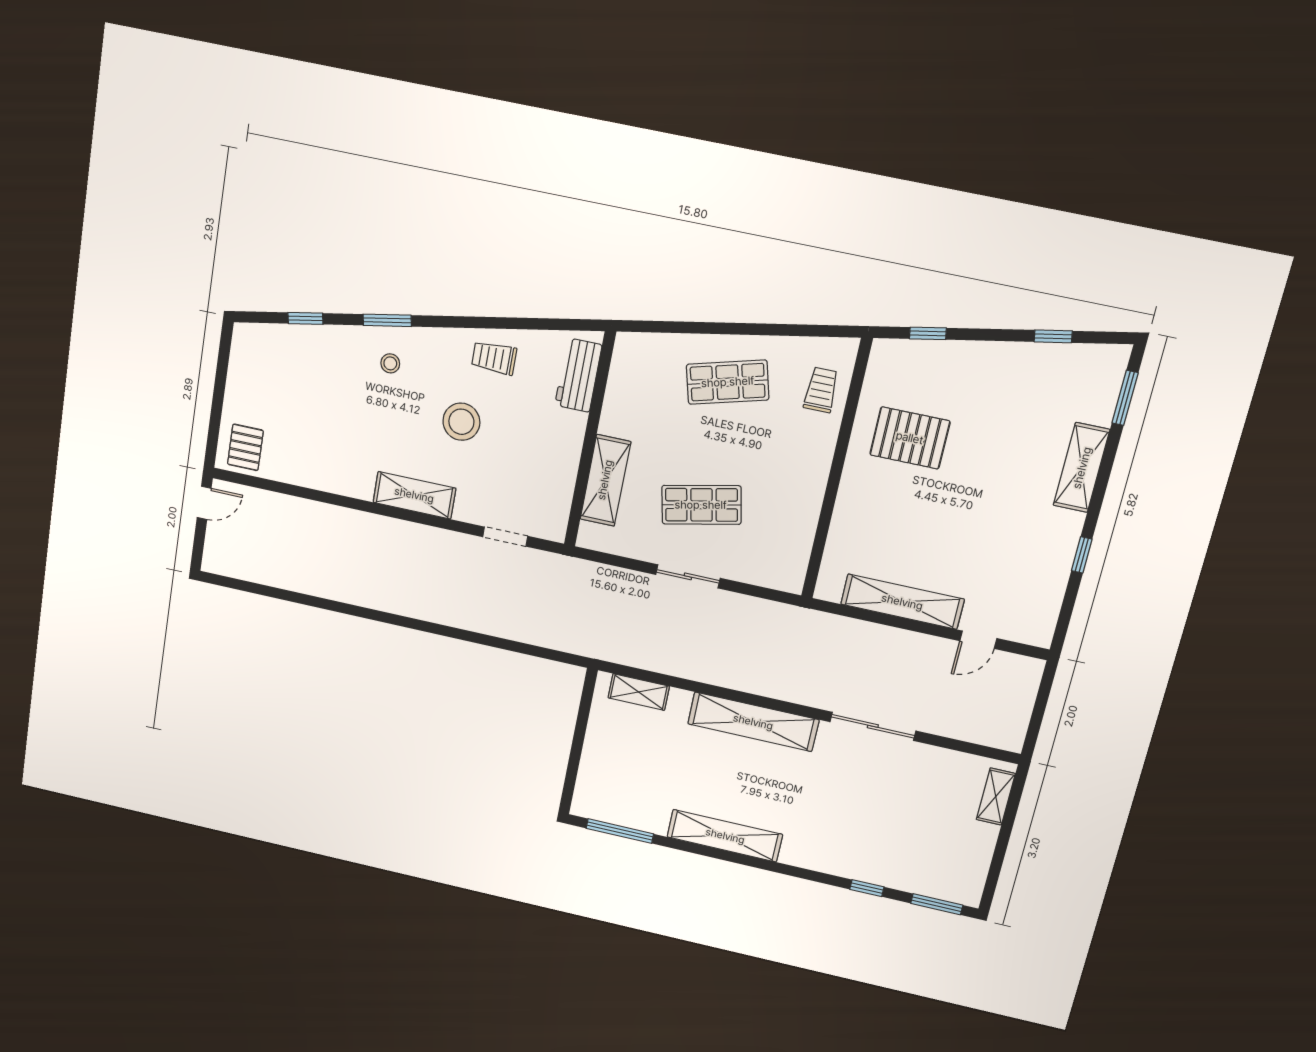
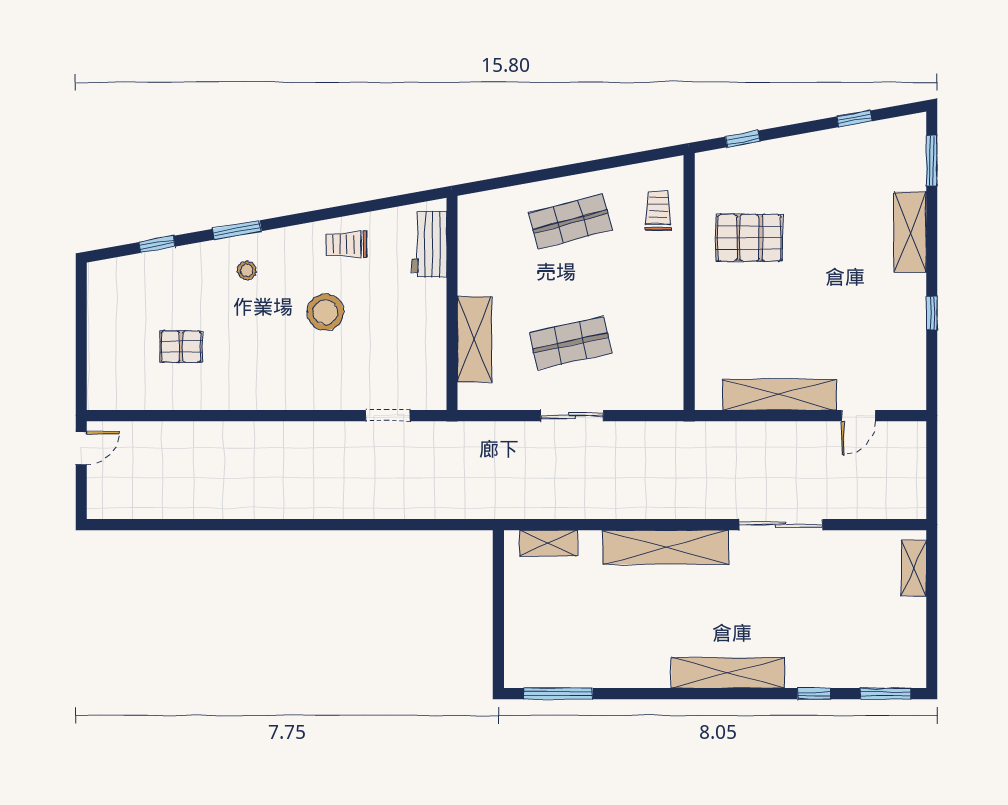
pallet: (245, 447) -> (181, 347), moved, turned 90
shelving: (414, 495) -> (291, 394), removed
shelving: (725, 836) -> (728, 673), moved

